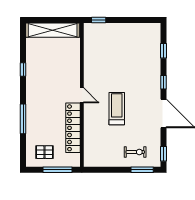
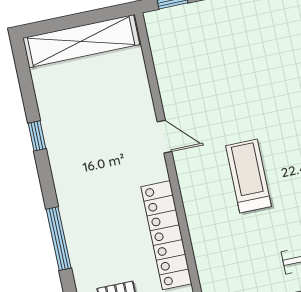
door: (82, 95) -> (165, 137), moved

